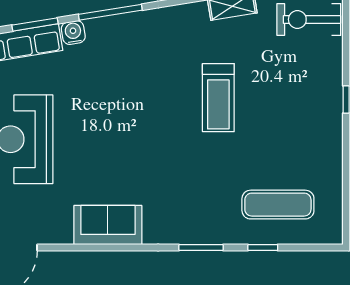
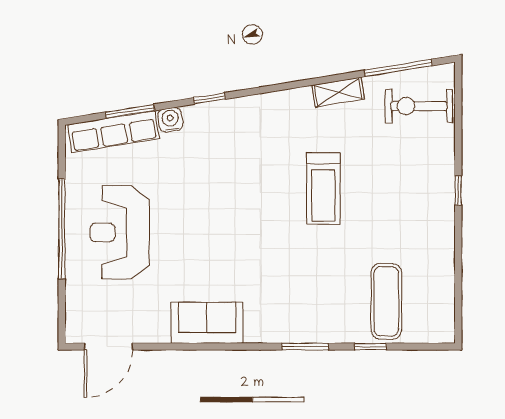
window: (110, 12) -> (209, 98), width x0.46
exercise mat: (278, 205) -> (386, 301), turned 90

